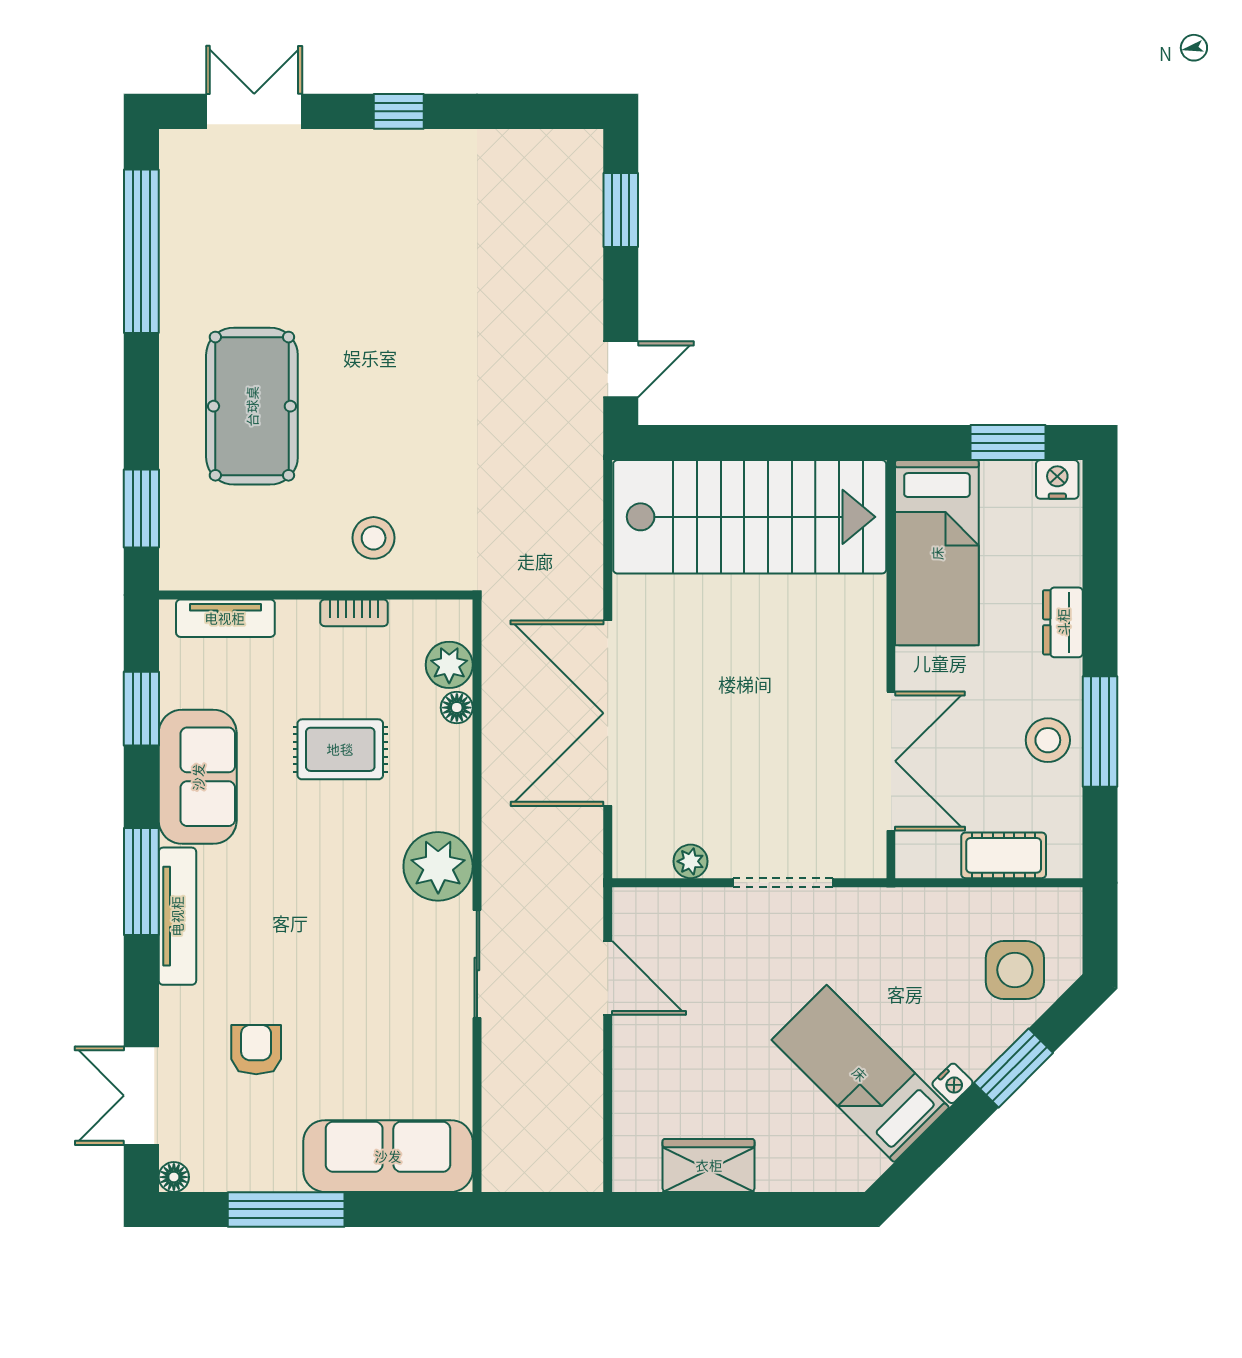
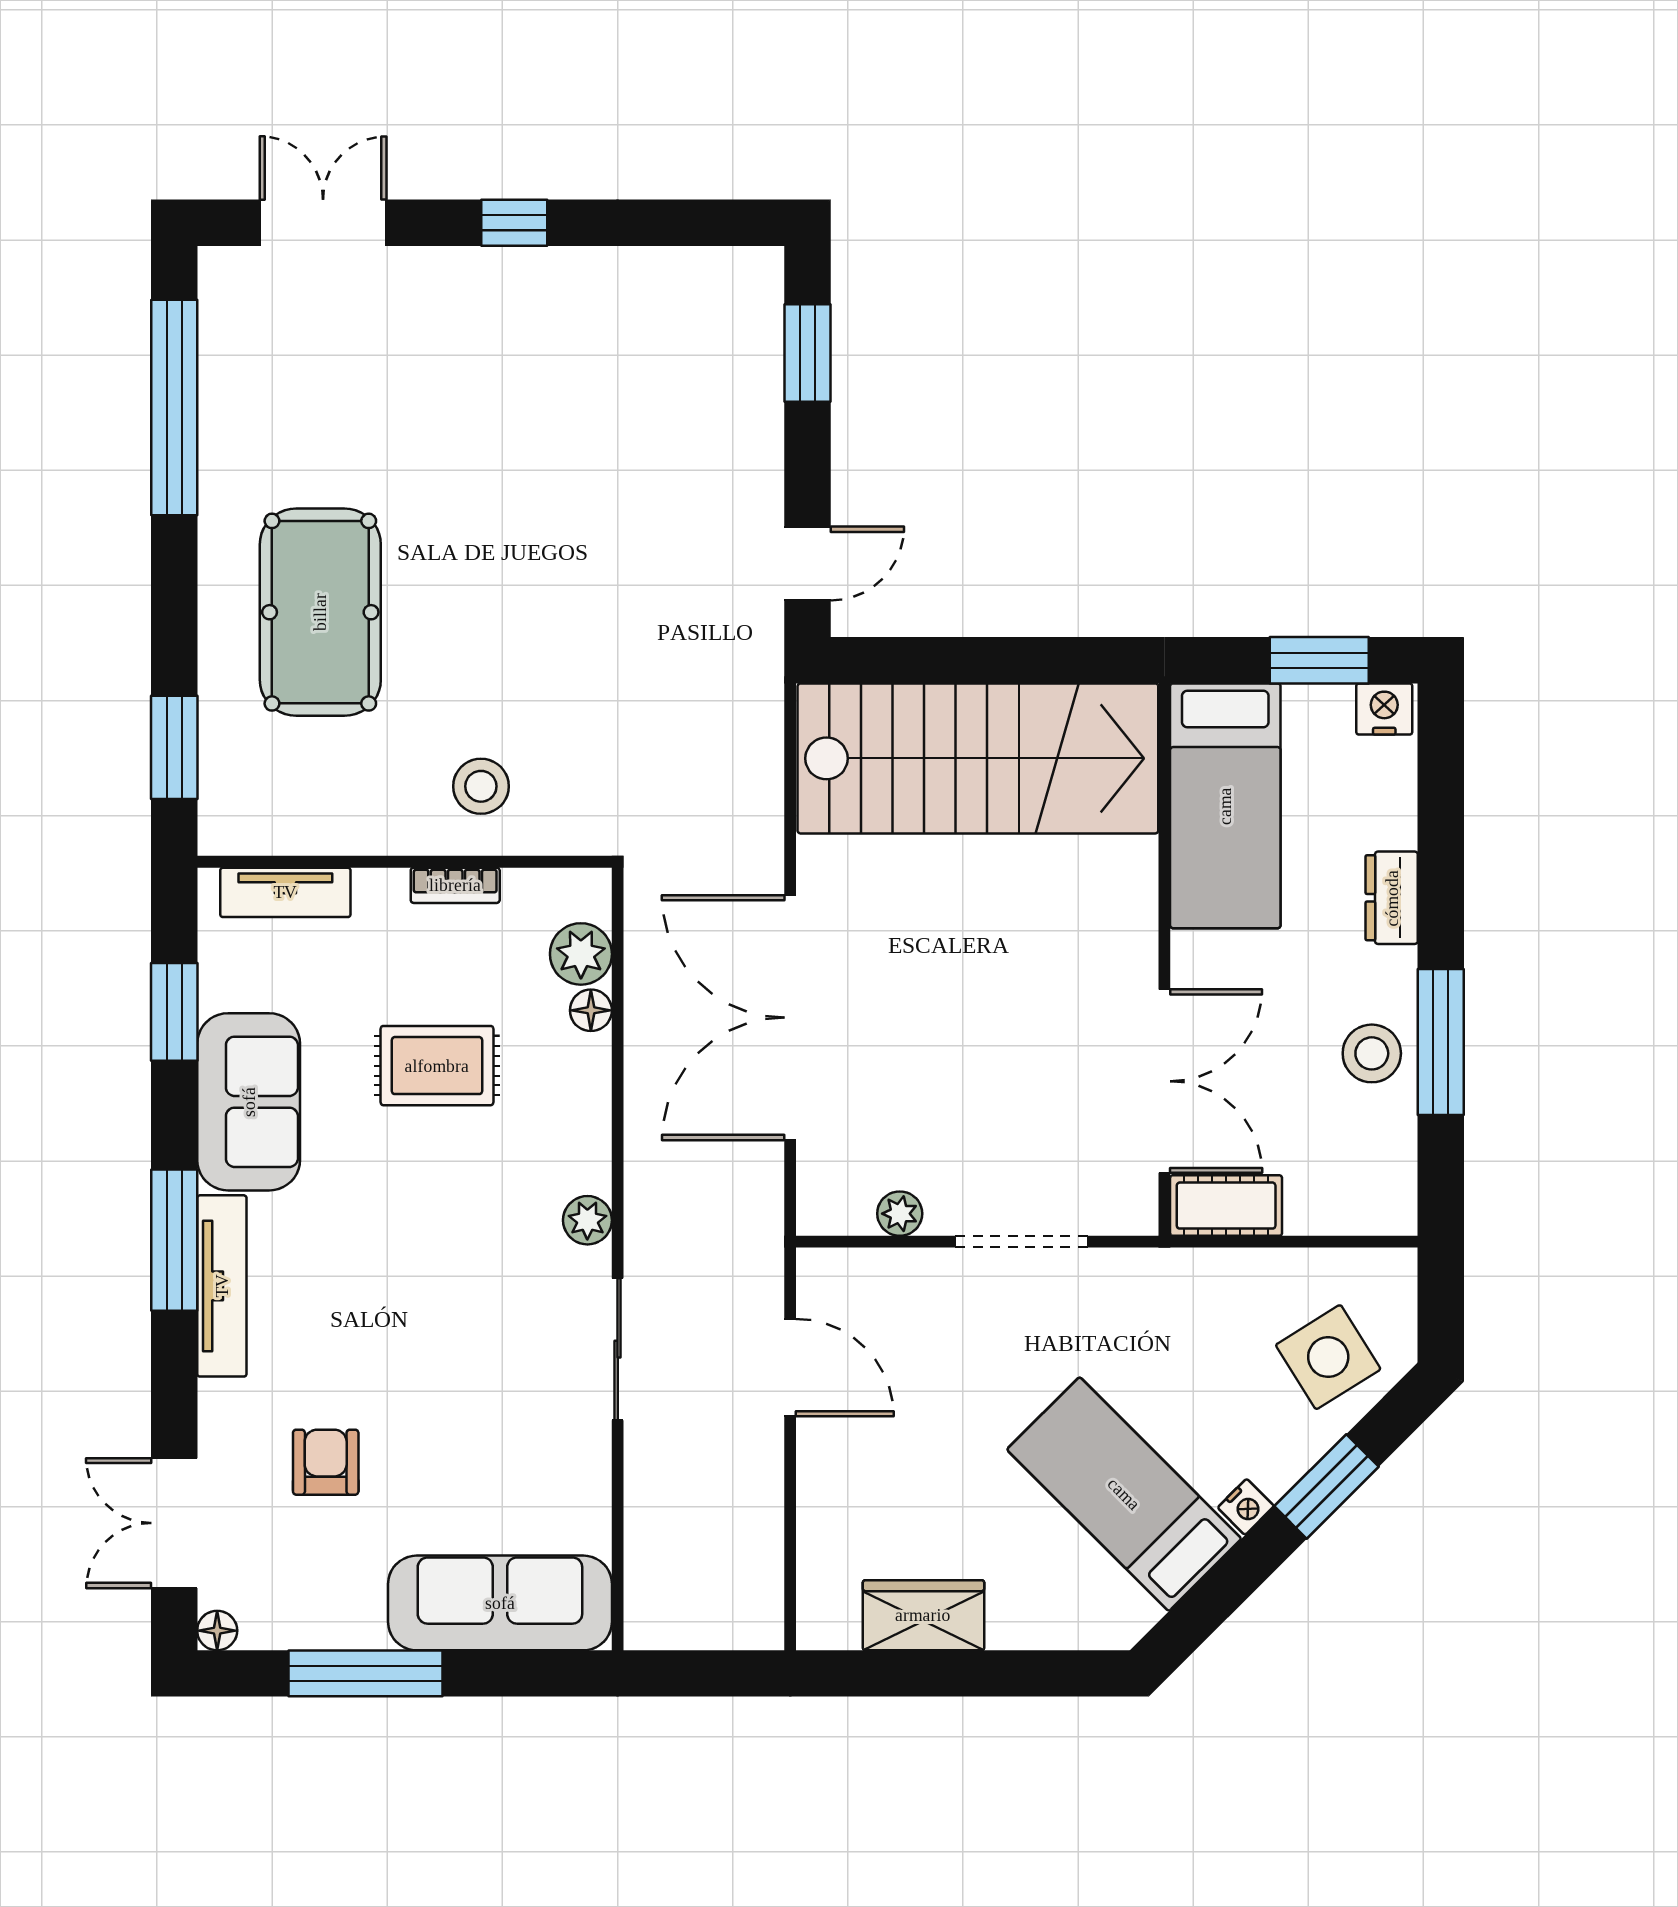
cot: (1004, 855) -> (1226, 1206), moved
plant: (438, 866) -> (587, 1220), width x0.53, depth x0.53
side table: (1015, 970) -> (1328, 1357), turned -32

